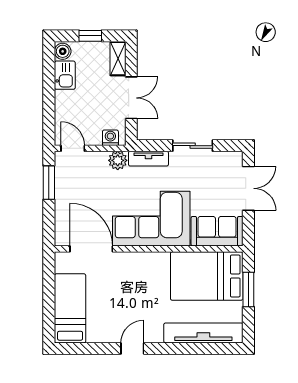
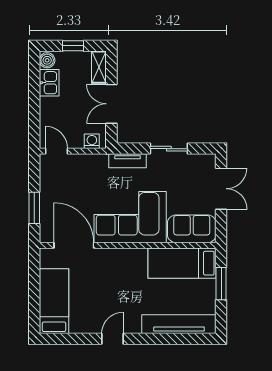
double door: (131, 98) -> (111, 104), swing flipped
plant: (118, 160) -> (99, 163), removed
window: (49, 183) -> (34, 208), moved
bed: (207, 276) -> (182, 263), width x0.67

